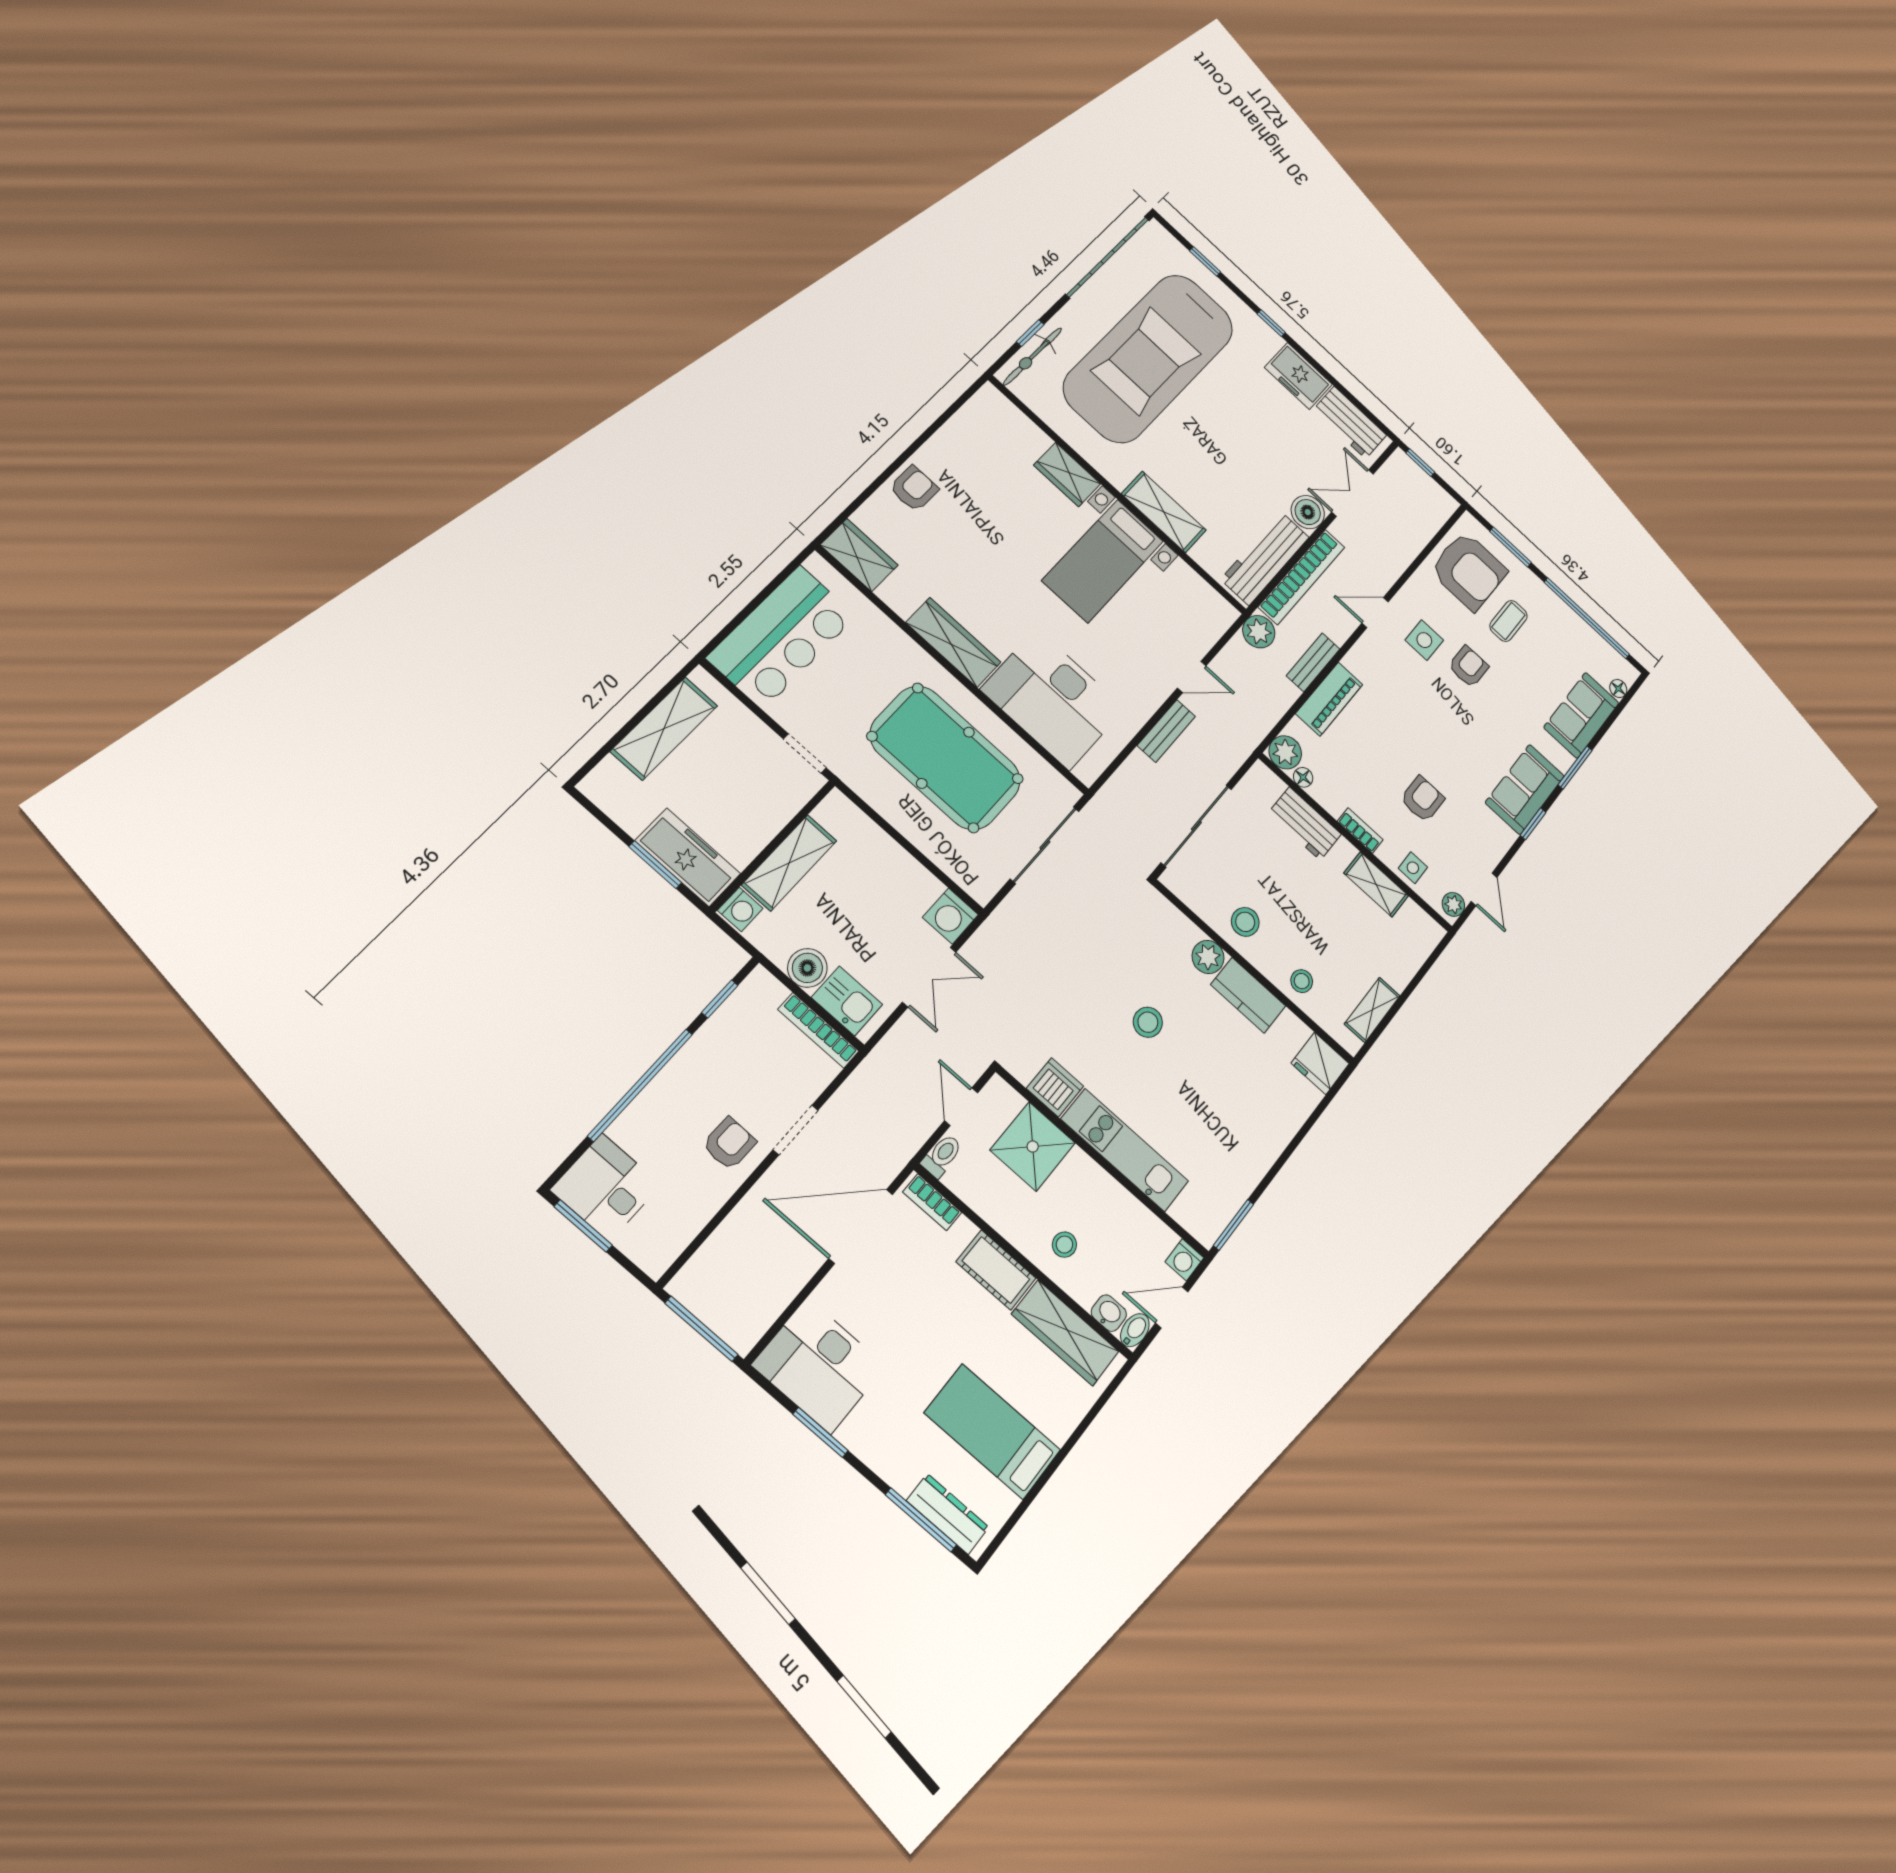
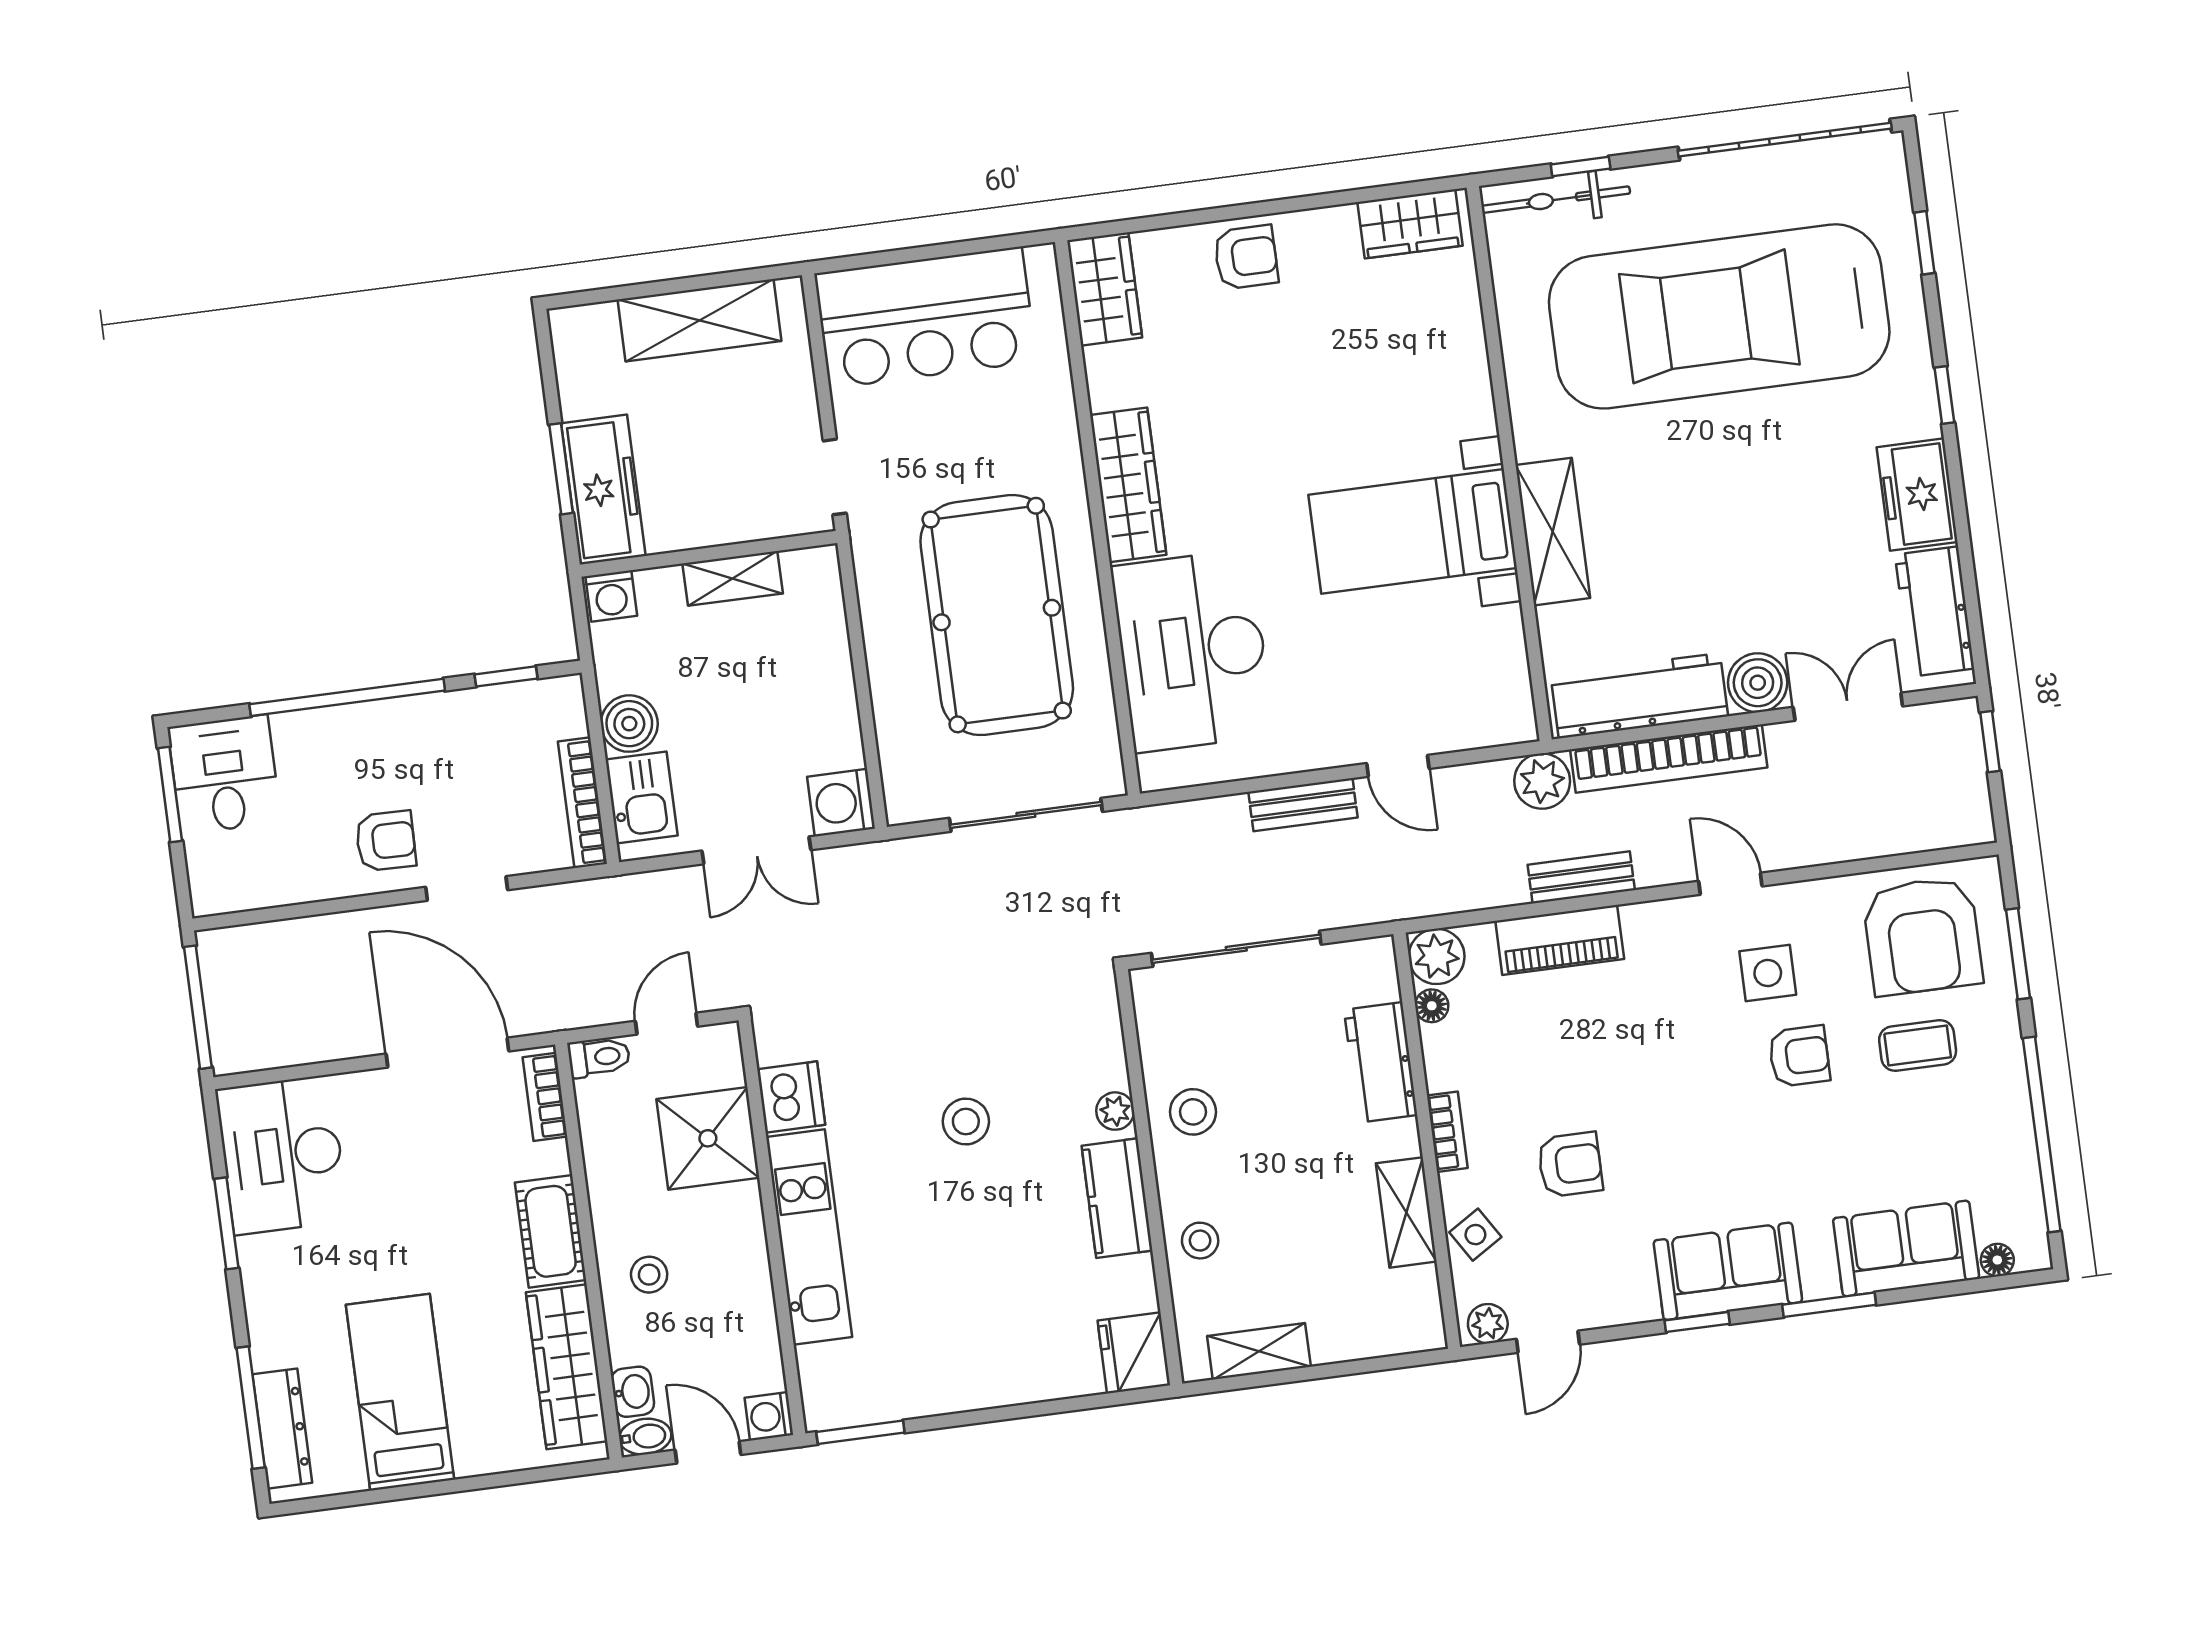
wardrobe: (1067, 475) -> (1410, 224), moved, turned -90
shelving: (789, 863) -> (733, 578), width x0.67, depth x0.75
side table: (1413, 868) -> (1475, 1235), turned -32
plant: (1208, 957) -> (1115, 1111), width x0.73, depth x0.73

